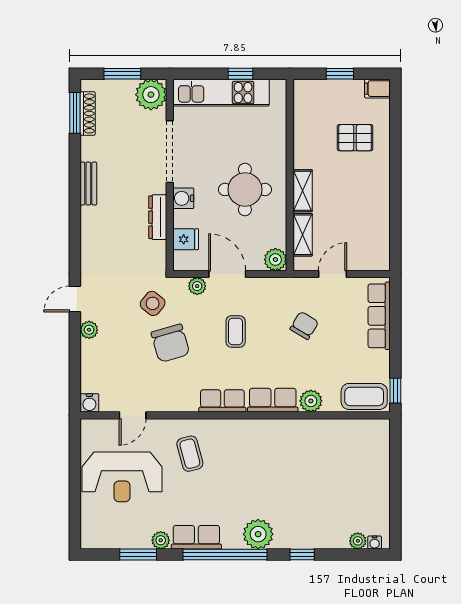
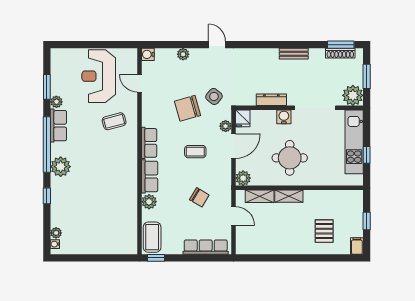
fridge: (186, 239) -> (243, 118), moved
plant: (89, 330) -> (183, 54), moved

